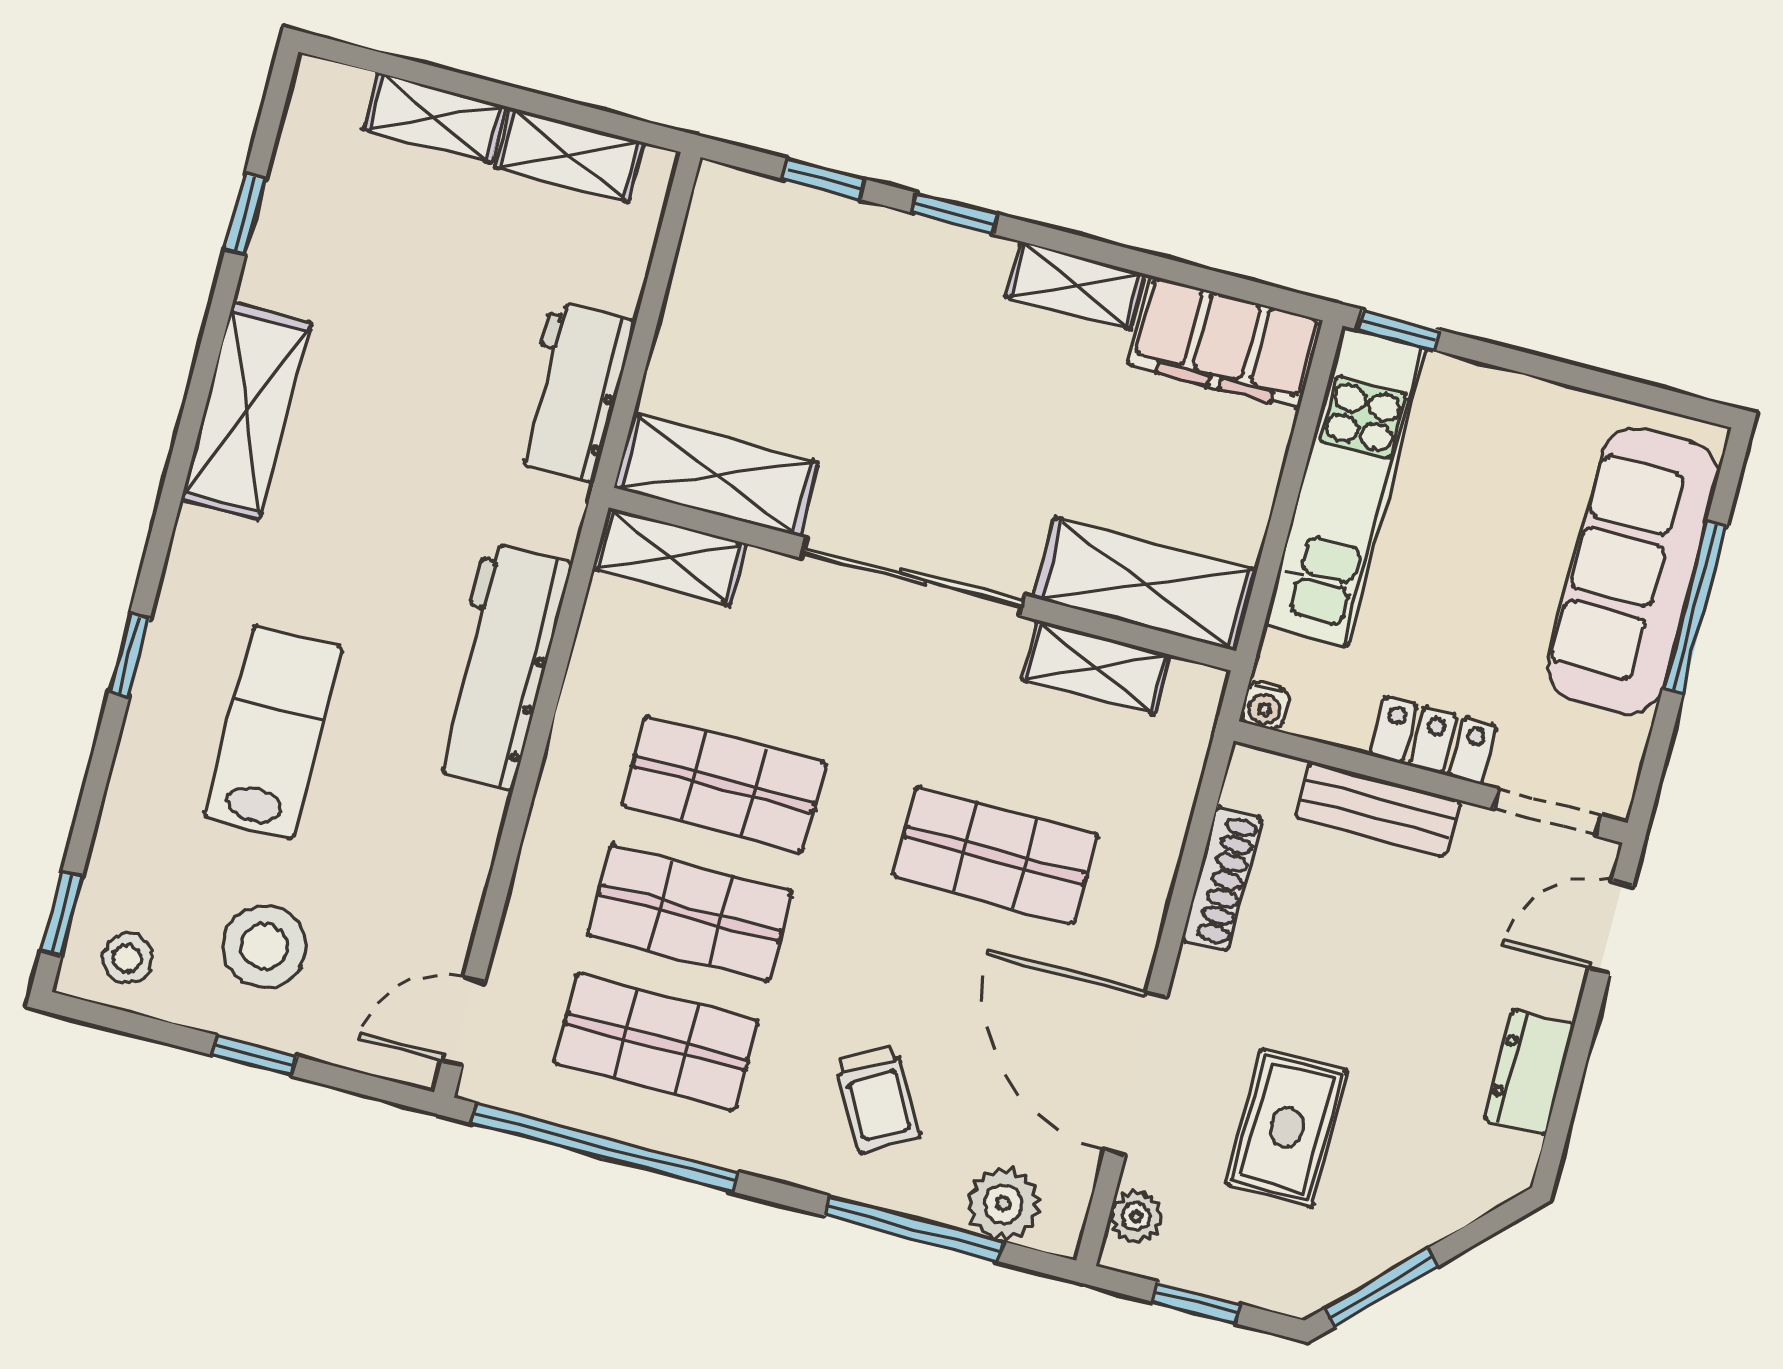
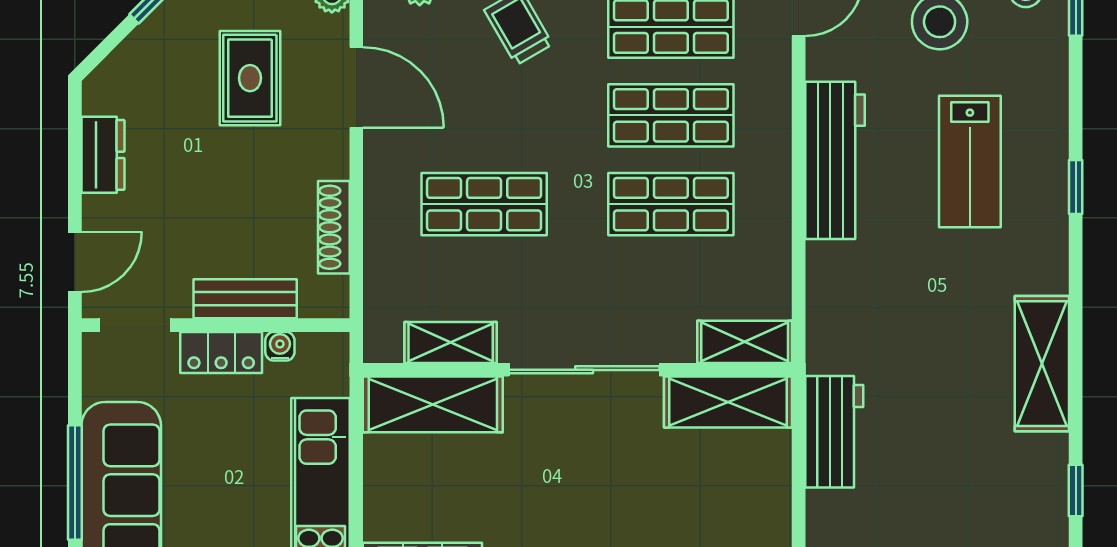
workbench: (500, 666) -> (835, 160), moved
water cooler: (1265, 706) -> (280, 346), moved
door: (1136, 1074) -> (356, 87), width x0.73

